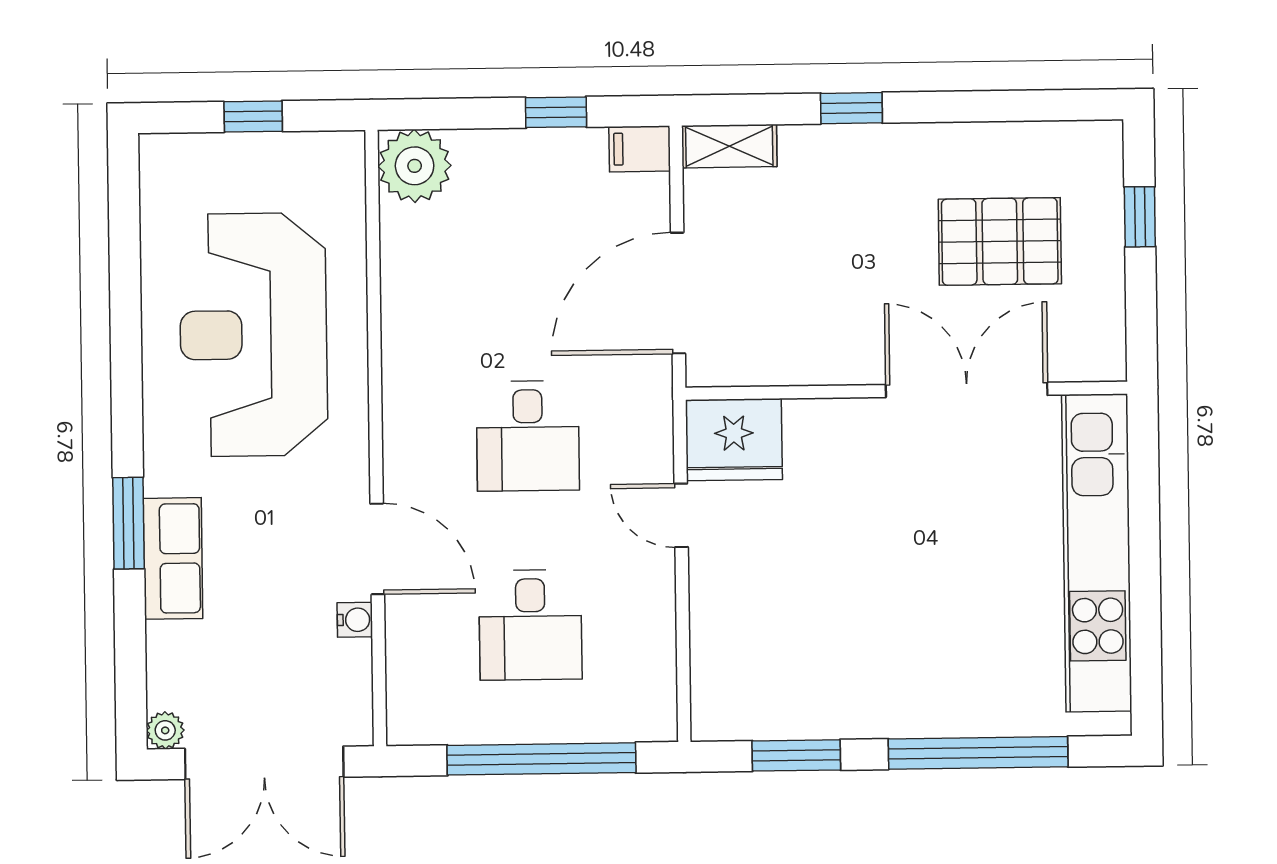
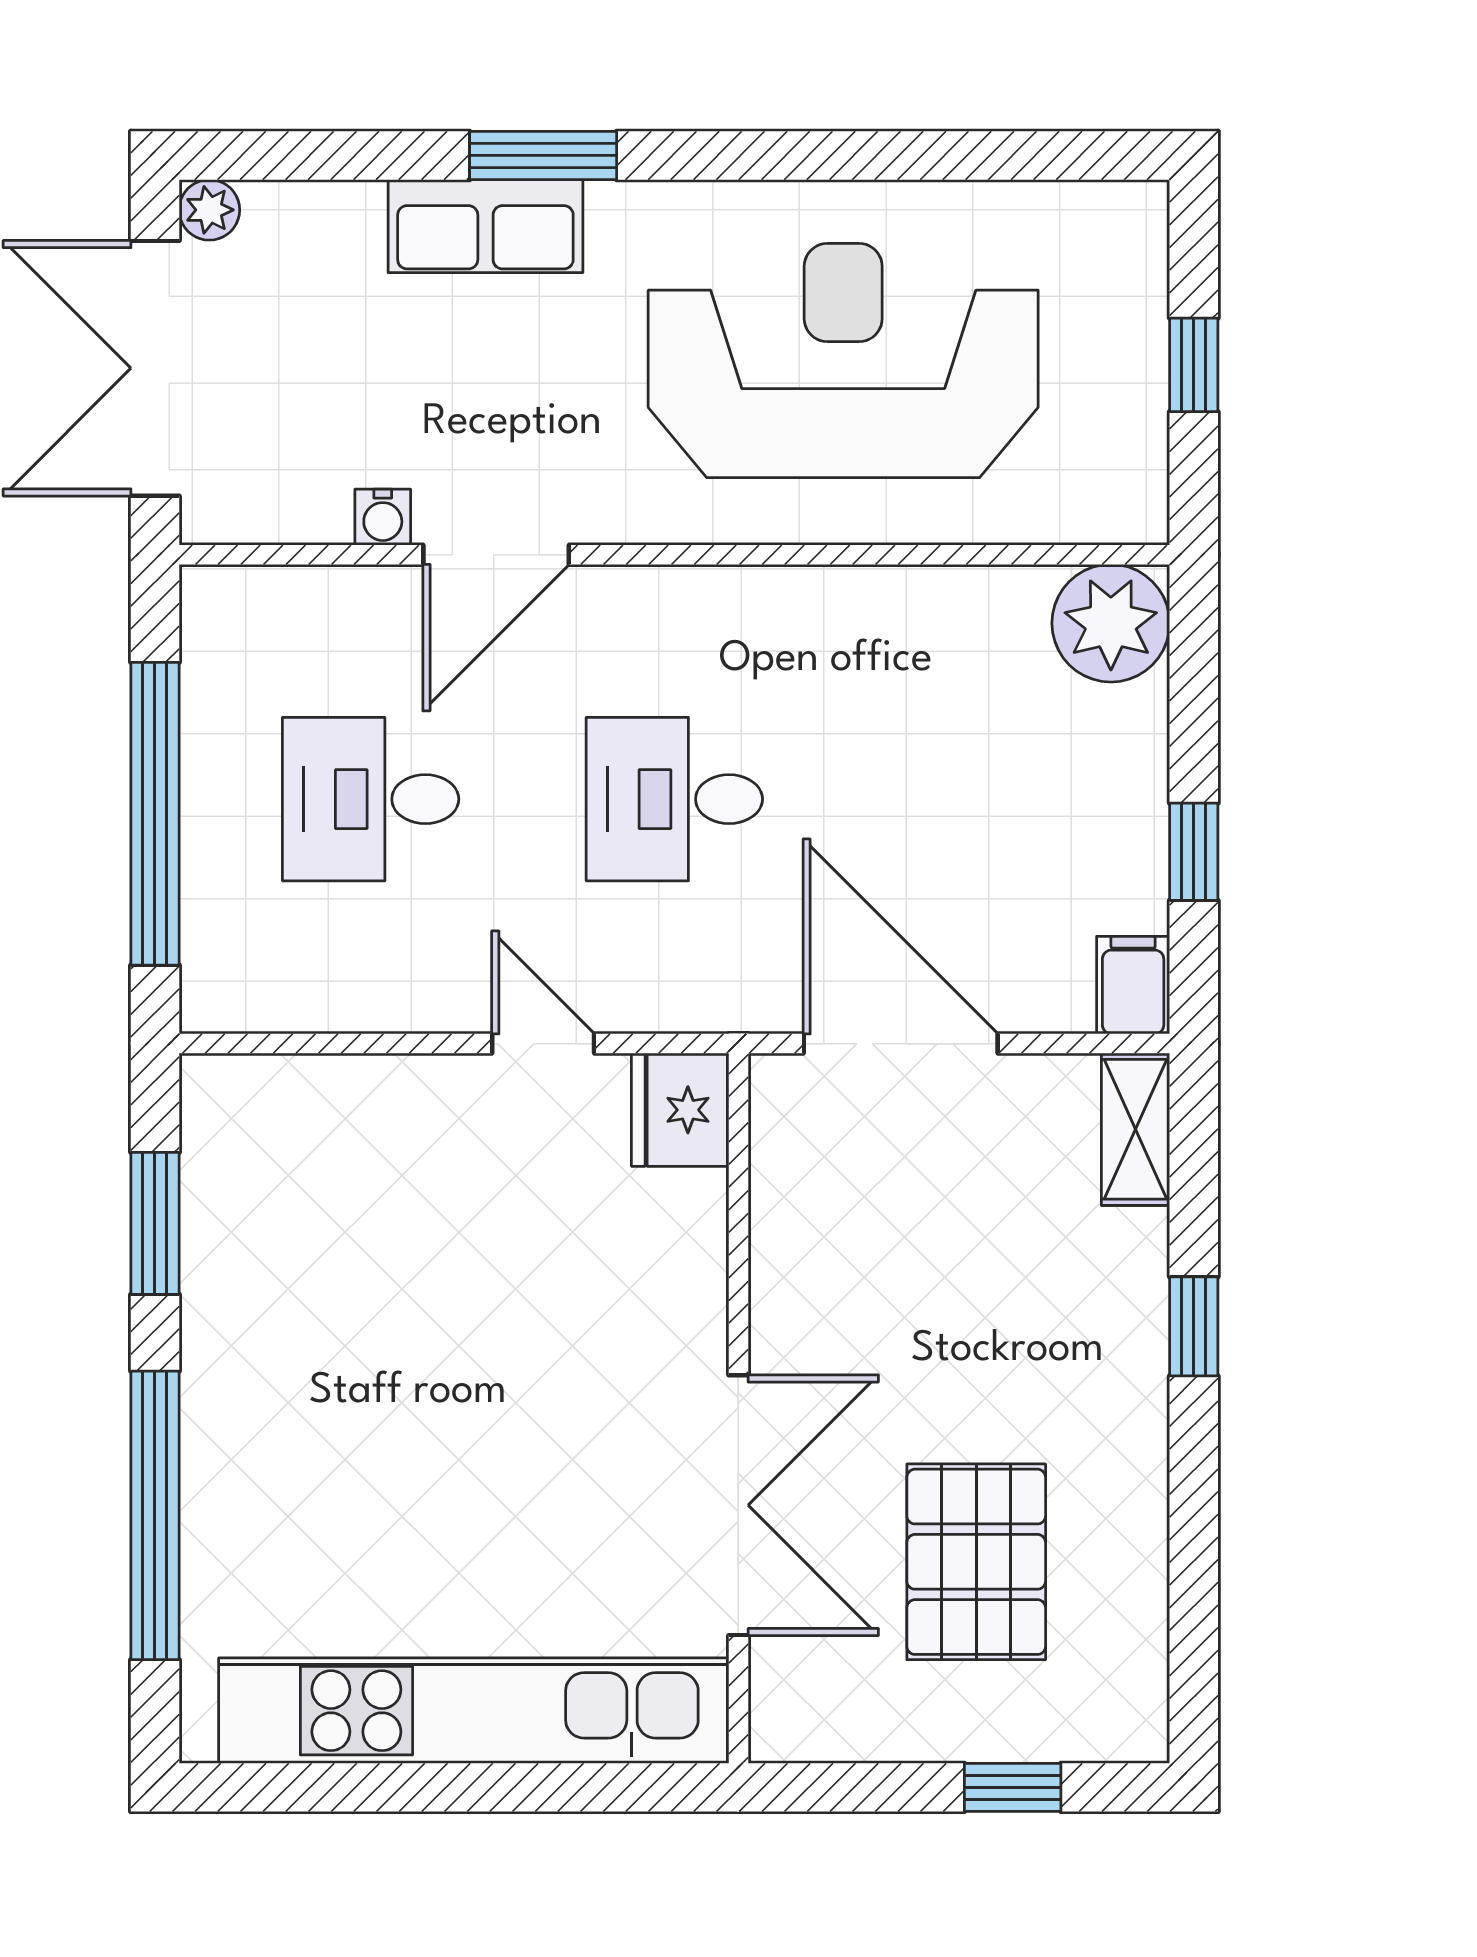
fridge: (734, 440) -> (680, 1110), width x0.73, depth x0.75
door: (681, 515) -> (543, 1044), hinge flipped

